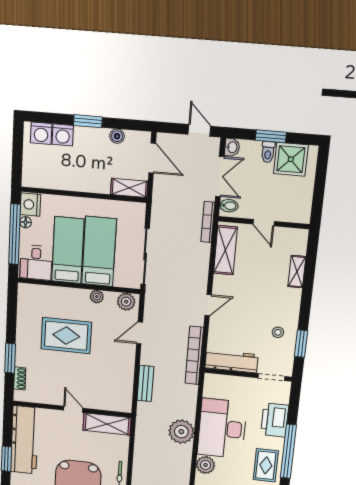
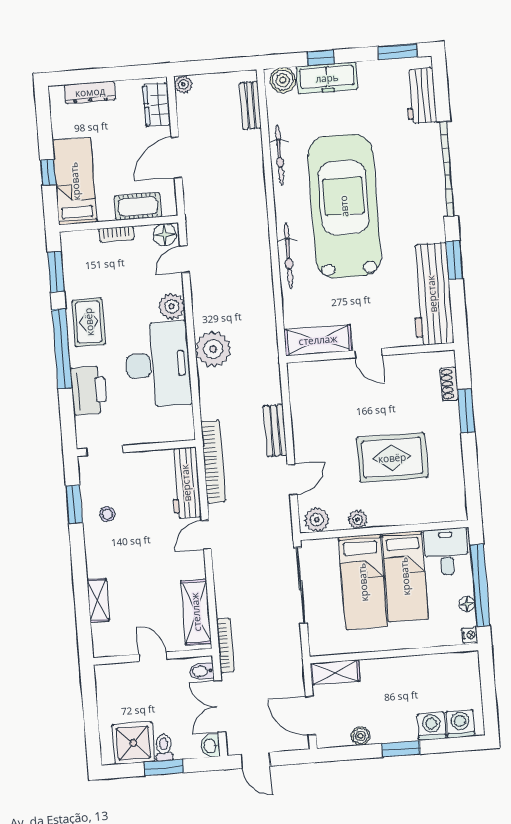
nightstand: (30, 205) -> (470, 635), width x0.53, depth x0.56
workbench: (231, 361) -> (186, 483), moved, turned 90
bench: (145, 383) -> (275, 430), moved

